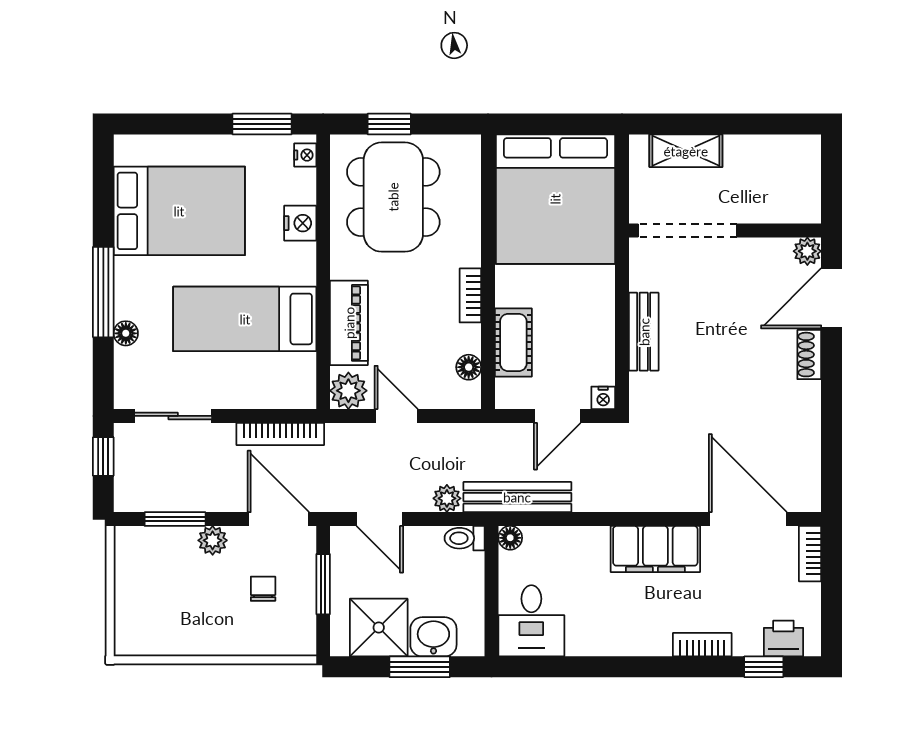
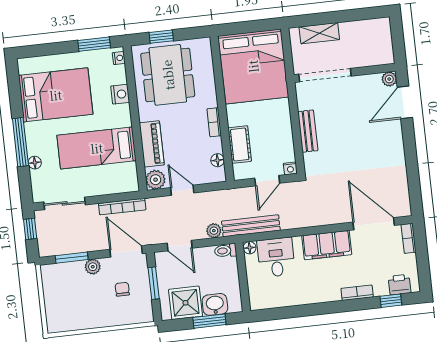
shoe rack: (809, 355) -> (396, 133), removed
desk: (531, 621) -> (276, 257), moved, turned 180

